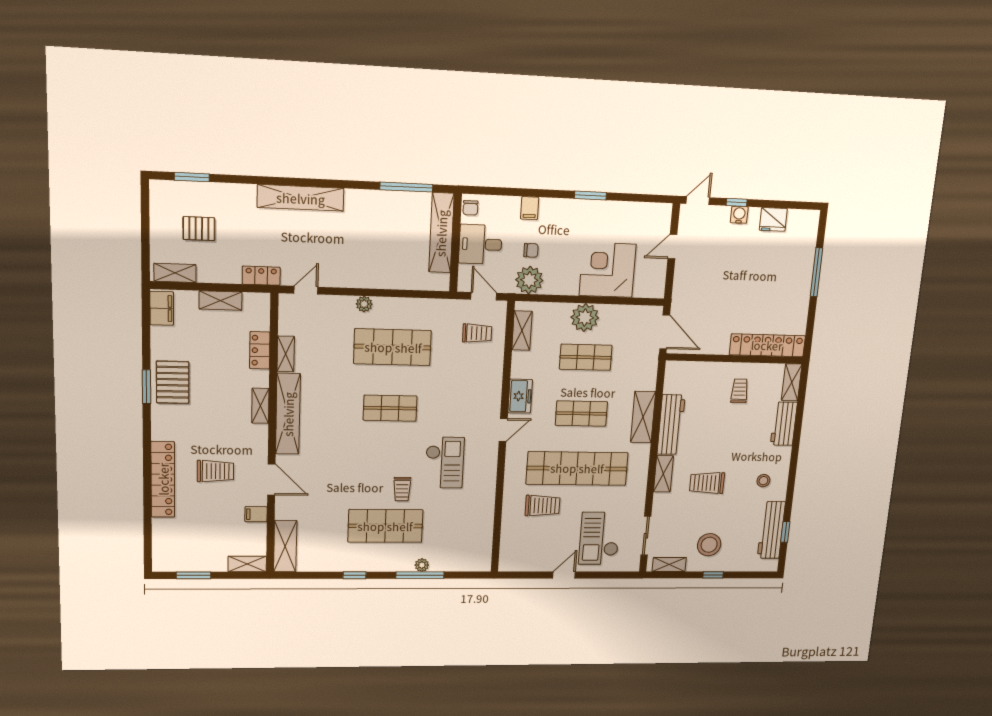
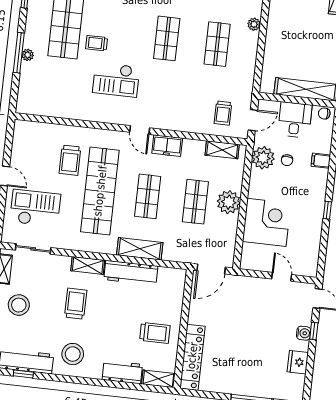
window: (590, 196) -> (327, 210), width x0.67
shop shelf: (393, 347) -> (217, 44), width x0.70, depth x0.74
trolley: (740, 391) -> (155, 333), width x1.36, depth x1.39
stool: (763, 481) -> (73, 354), width x1.89, depth x1.89

